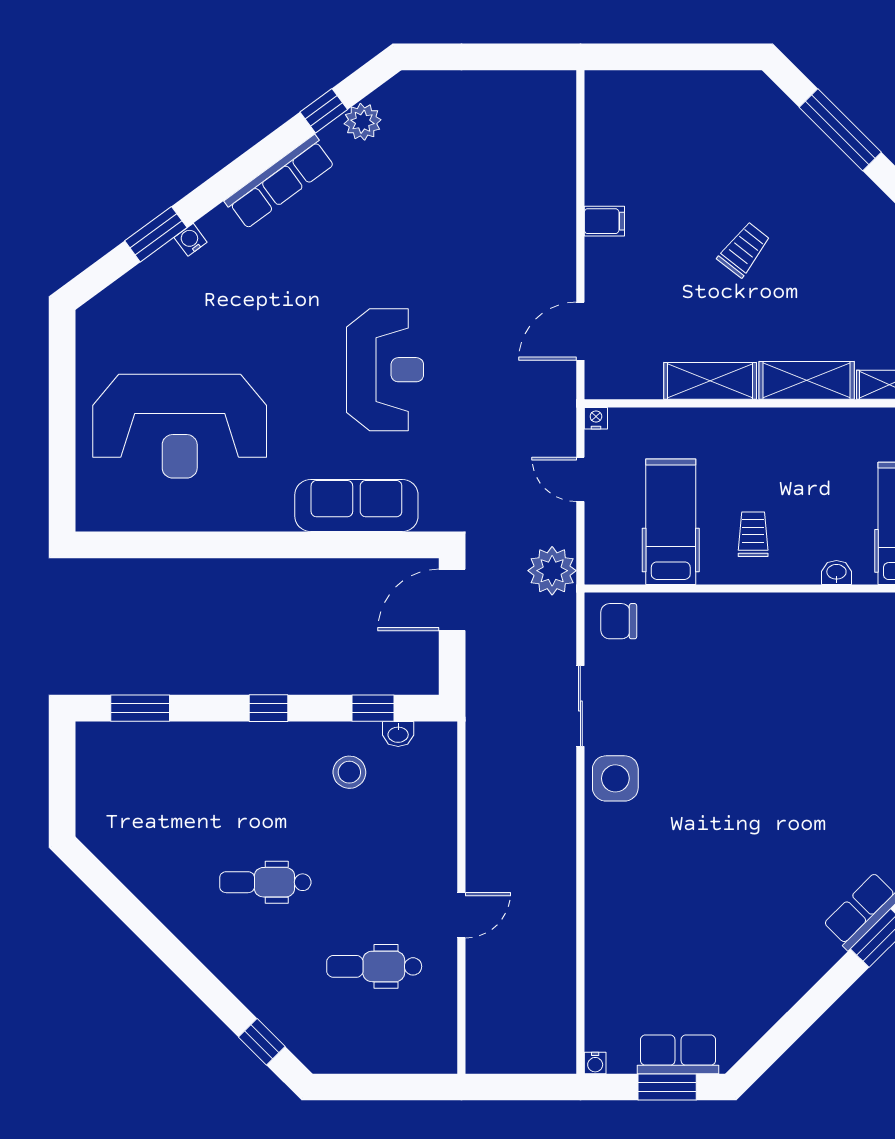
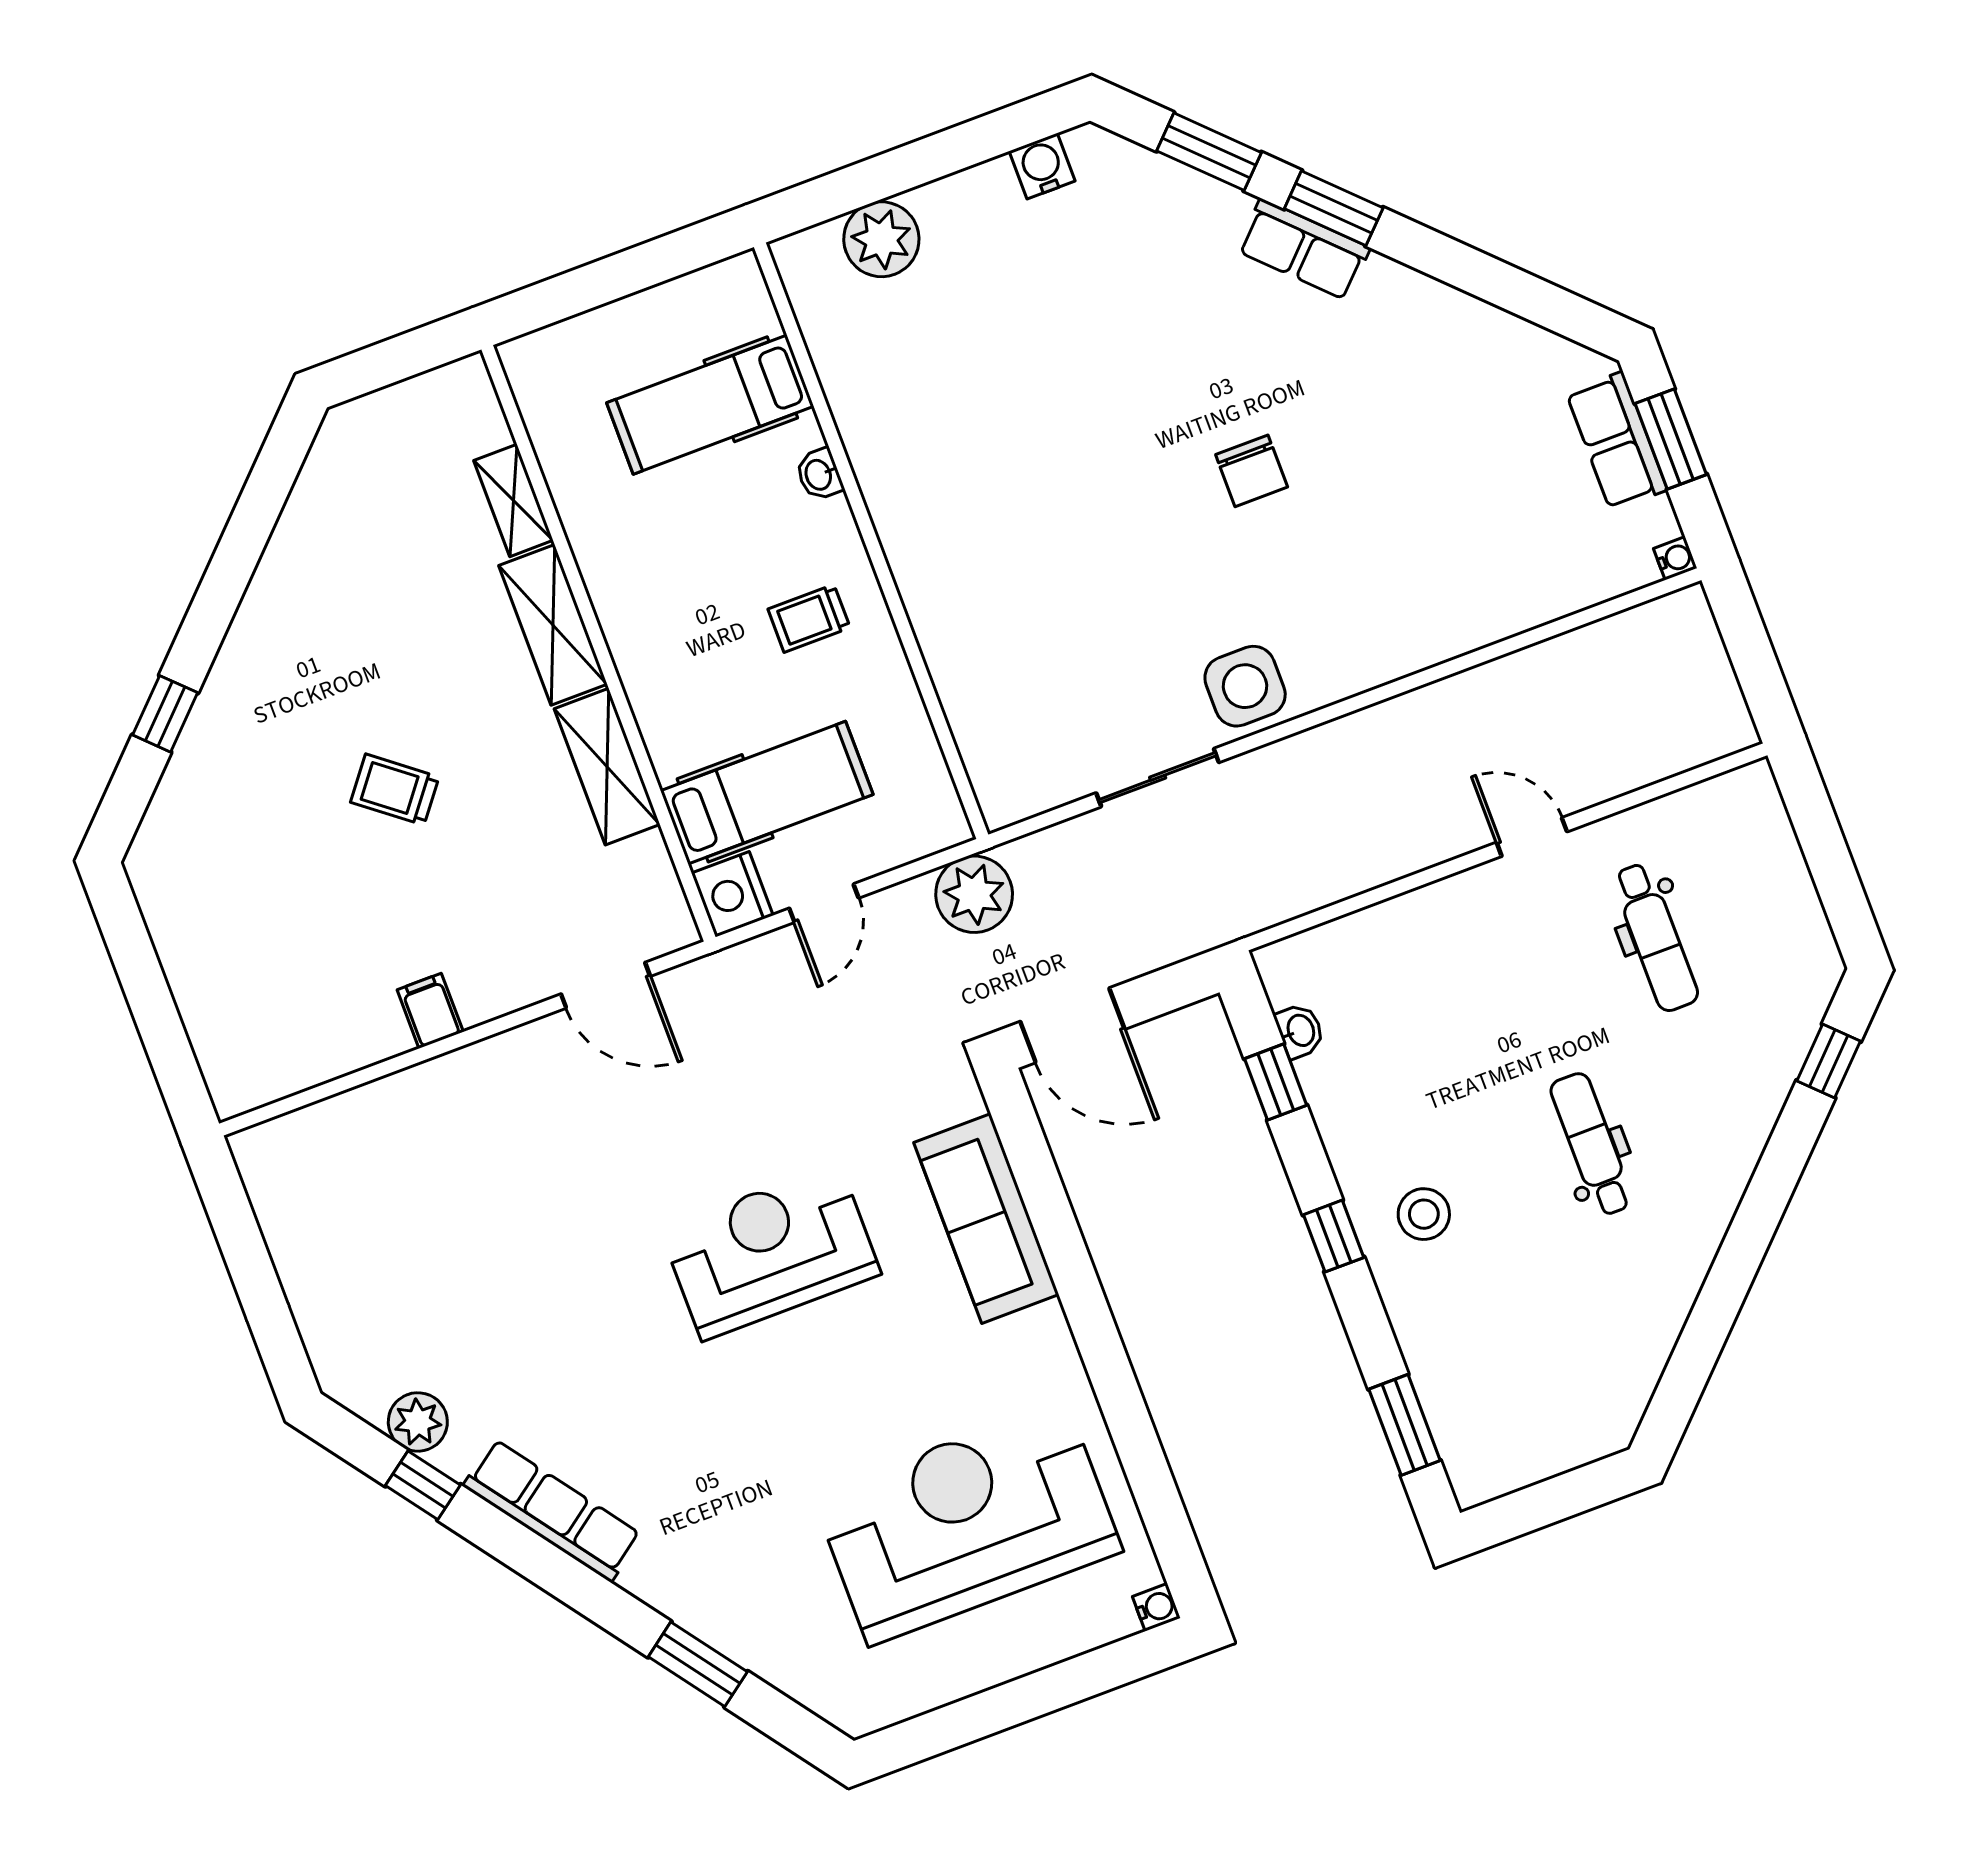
window: (840, 130) -> (165, 714), width x0.46
water cooler: (191, 240) -> (1156, 1607), moved, turned -144
nightstand: (596, 418) -> (732, 894), width x1.89, depth x1.79
reception desk: (180, 426) -> (967, 1523), turned -90
hospital bed: (671, 522) -> (767, 793), moved, turned 180
chair: (619, 621) -> (1252, 471), moved
stool: (349, 772) -> (1424, 1214), moved
dental chair: (265, 882) -> (1592, 1144), turned 180

